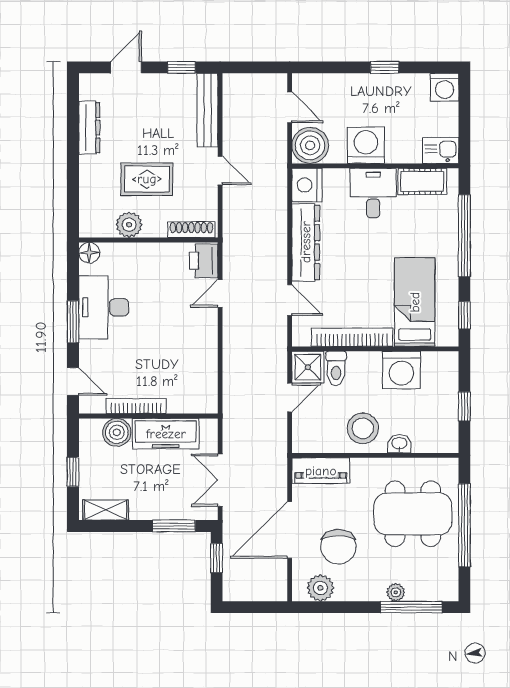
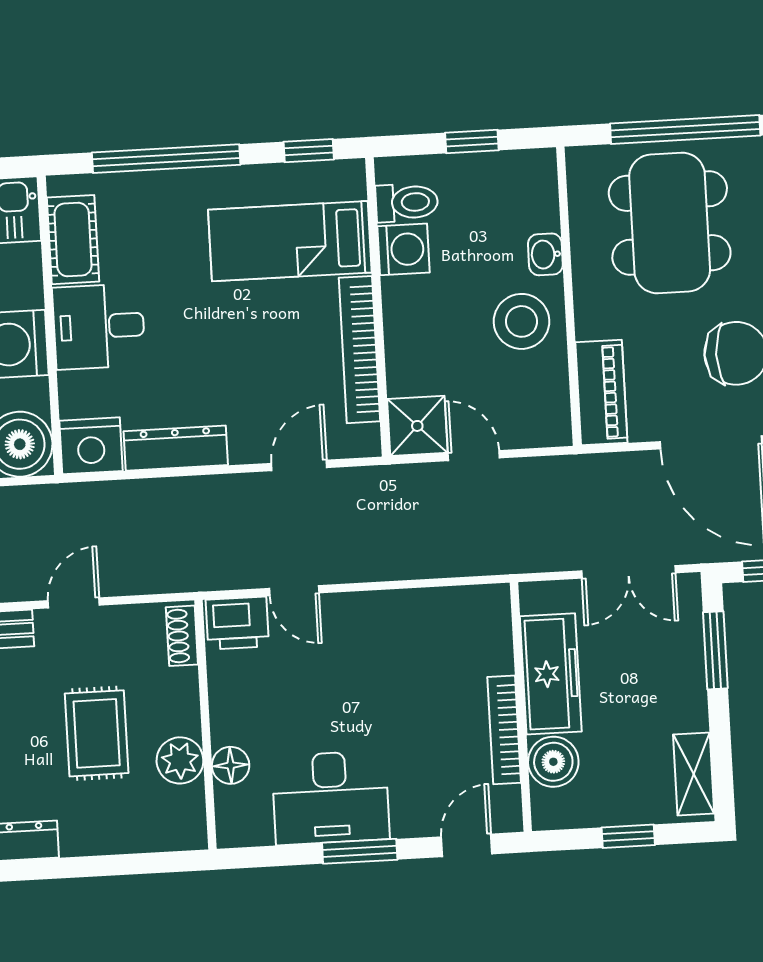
shoe rack: (191, 230) -> (182, 636), width x0.70
dresser: (306, 242) -> (176, 448), width x0.73, depth x0.80
floor lamp: (89, 253) -> (231, 765), moved
toilet: (336, 368) -> (407, 202), moved
washing machine: (401, 370) -> (403, 249), width x0.73, depth x0.73

